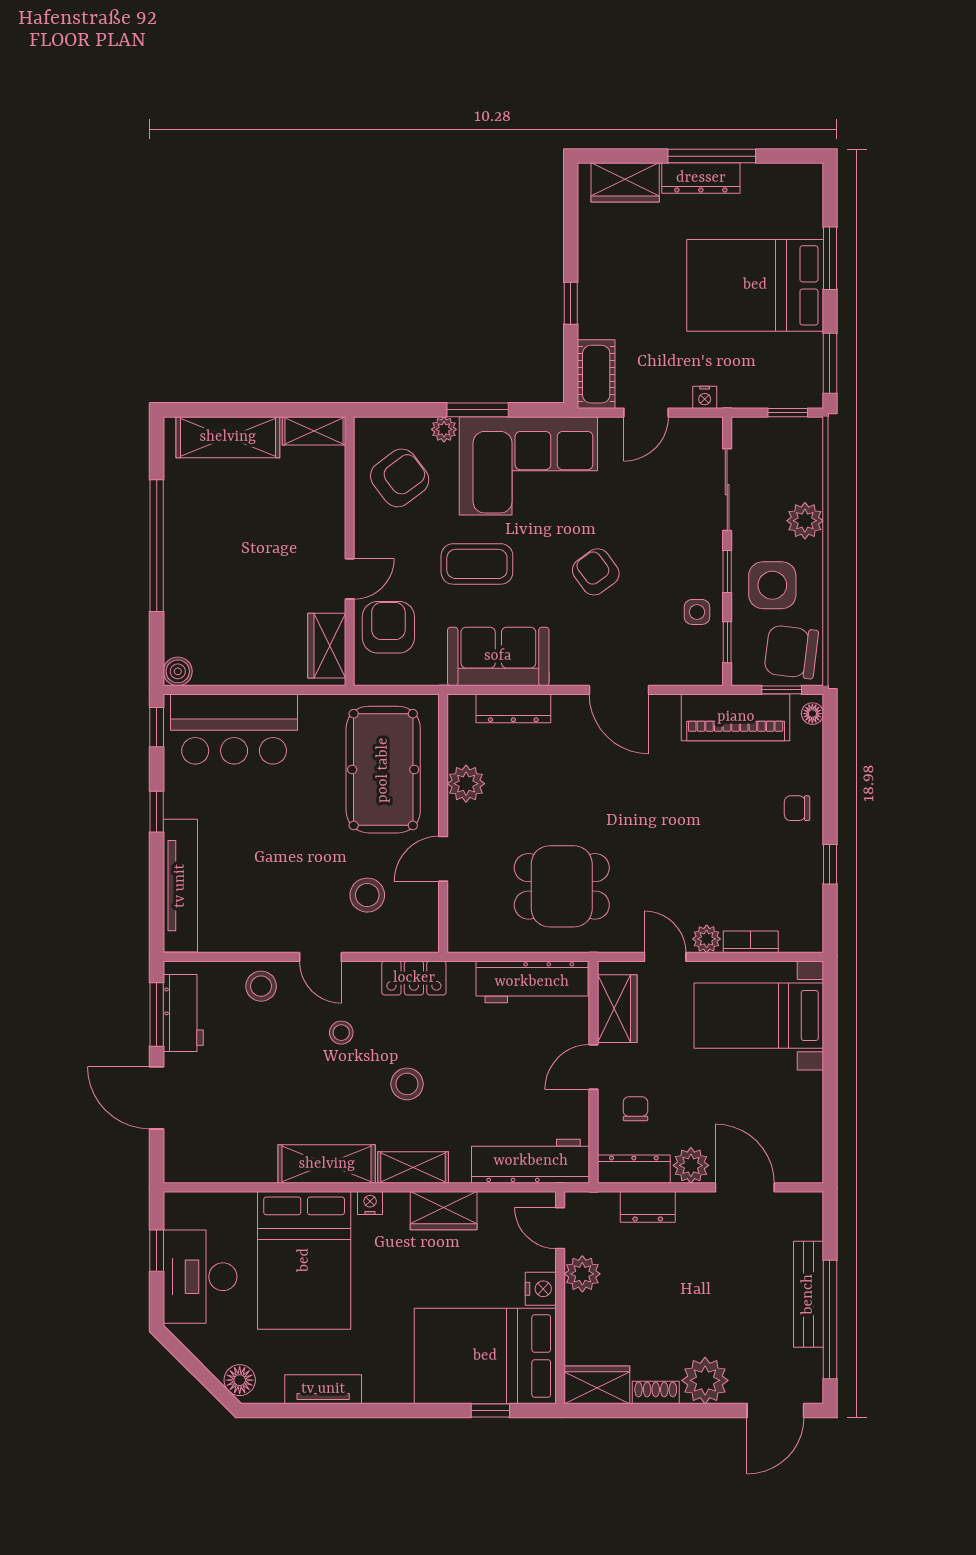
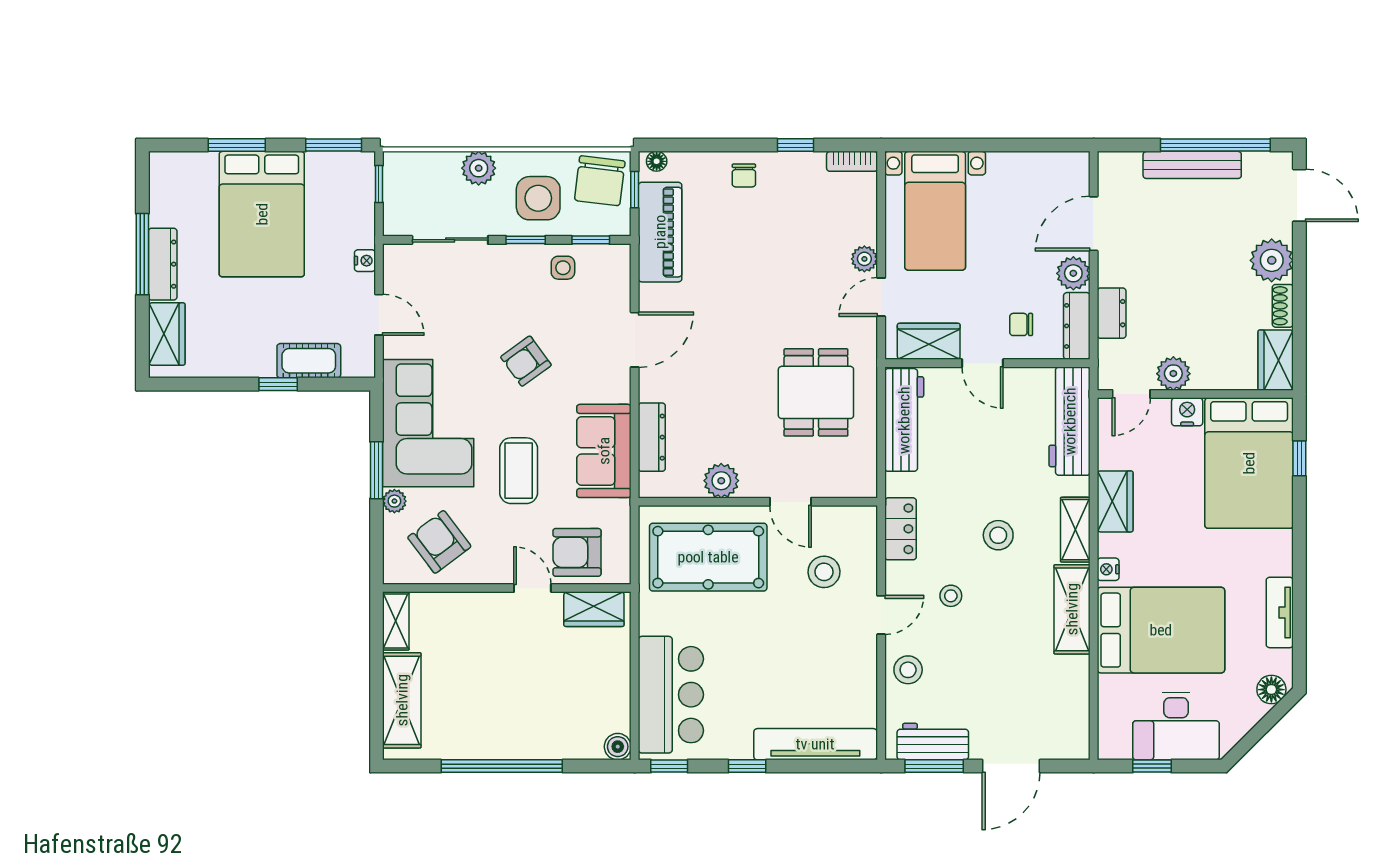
cot: (596, 374) -> (309, 361), moved
bookcase: (751, 942) -> (852, 161), moved, turned -90

